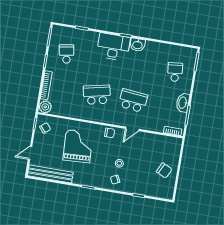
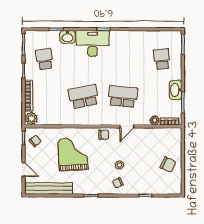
washbasin: (138, 45) -> (67, 37), moved
plant: (159, 127) -> (155, 120), added
door: (30, 153) -> (24, 170), swing flipped

